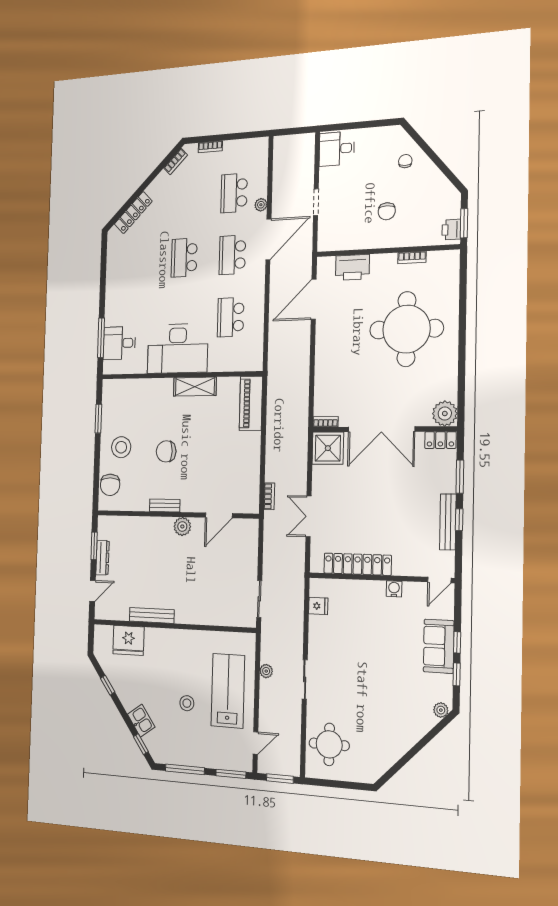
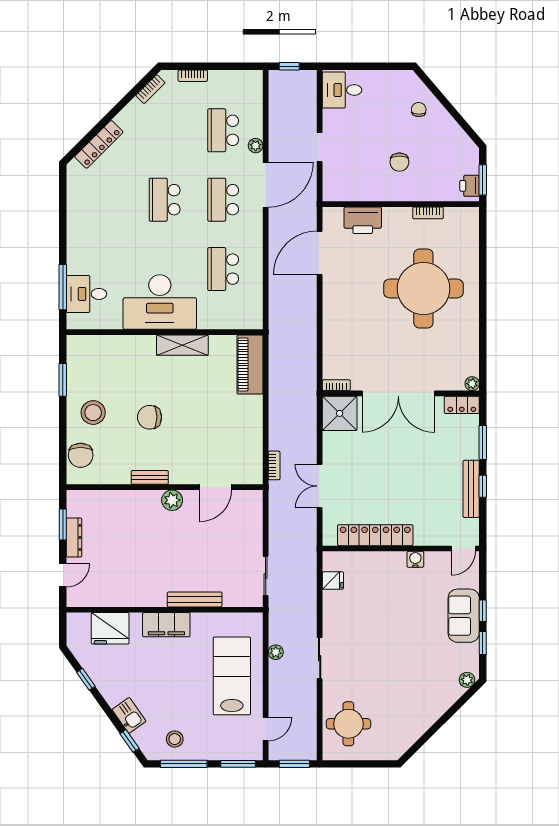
window: (291, 131) -> (289, 66), added
plant: (445, 414) -> (472, 384), width x0.53, depth x0.53
bench: (152, 615) -> (195, 599), moved
filing cabinet: (174, 640) -> (166, 625), added
stool: (187, 703) -> (175, 739), moved

